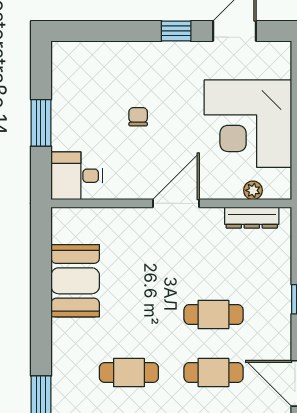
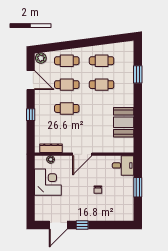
corner desk: (248, 124) -> (48, 182), width x0.74, depth x0.74

